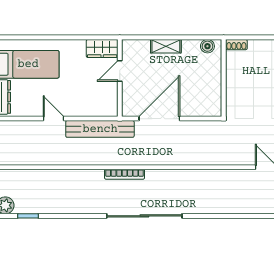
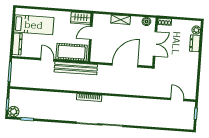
double door: (224, 81) -> (155, 44), added
cot: (91, 104) -> (72, 52), added
door: (159, 119) -> (125, 65), moved

